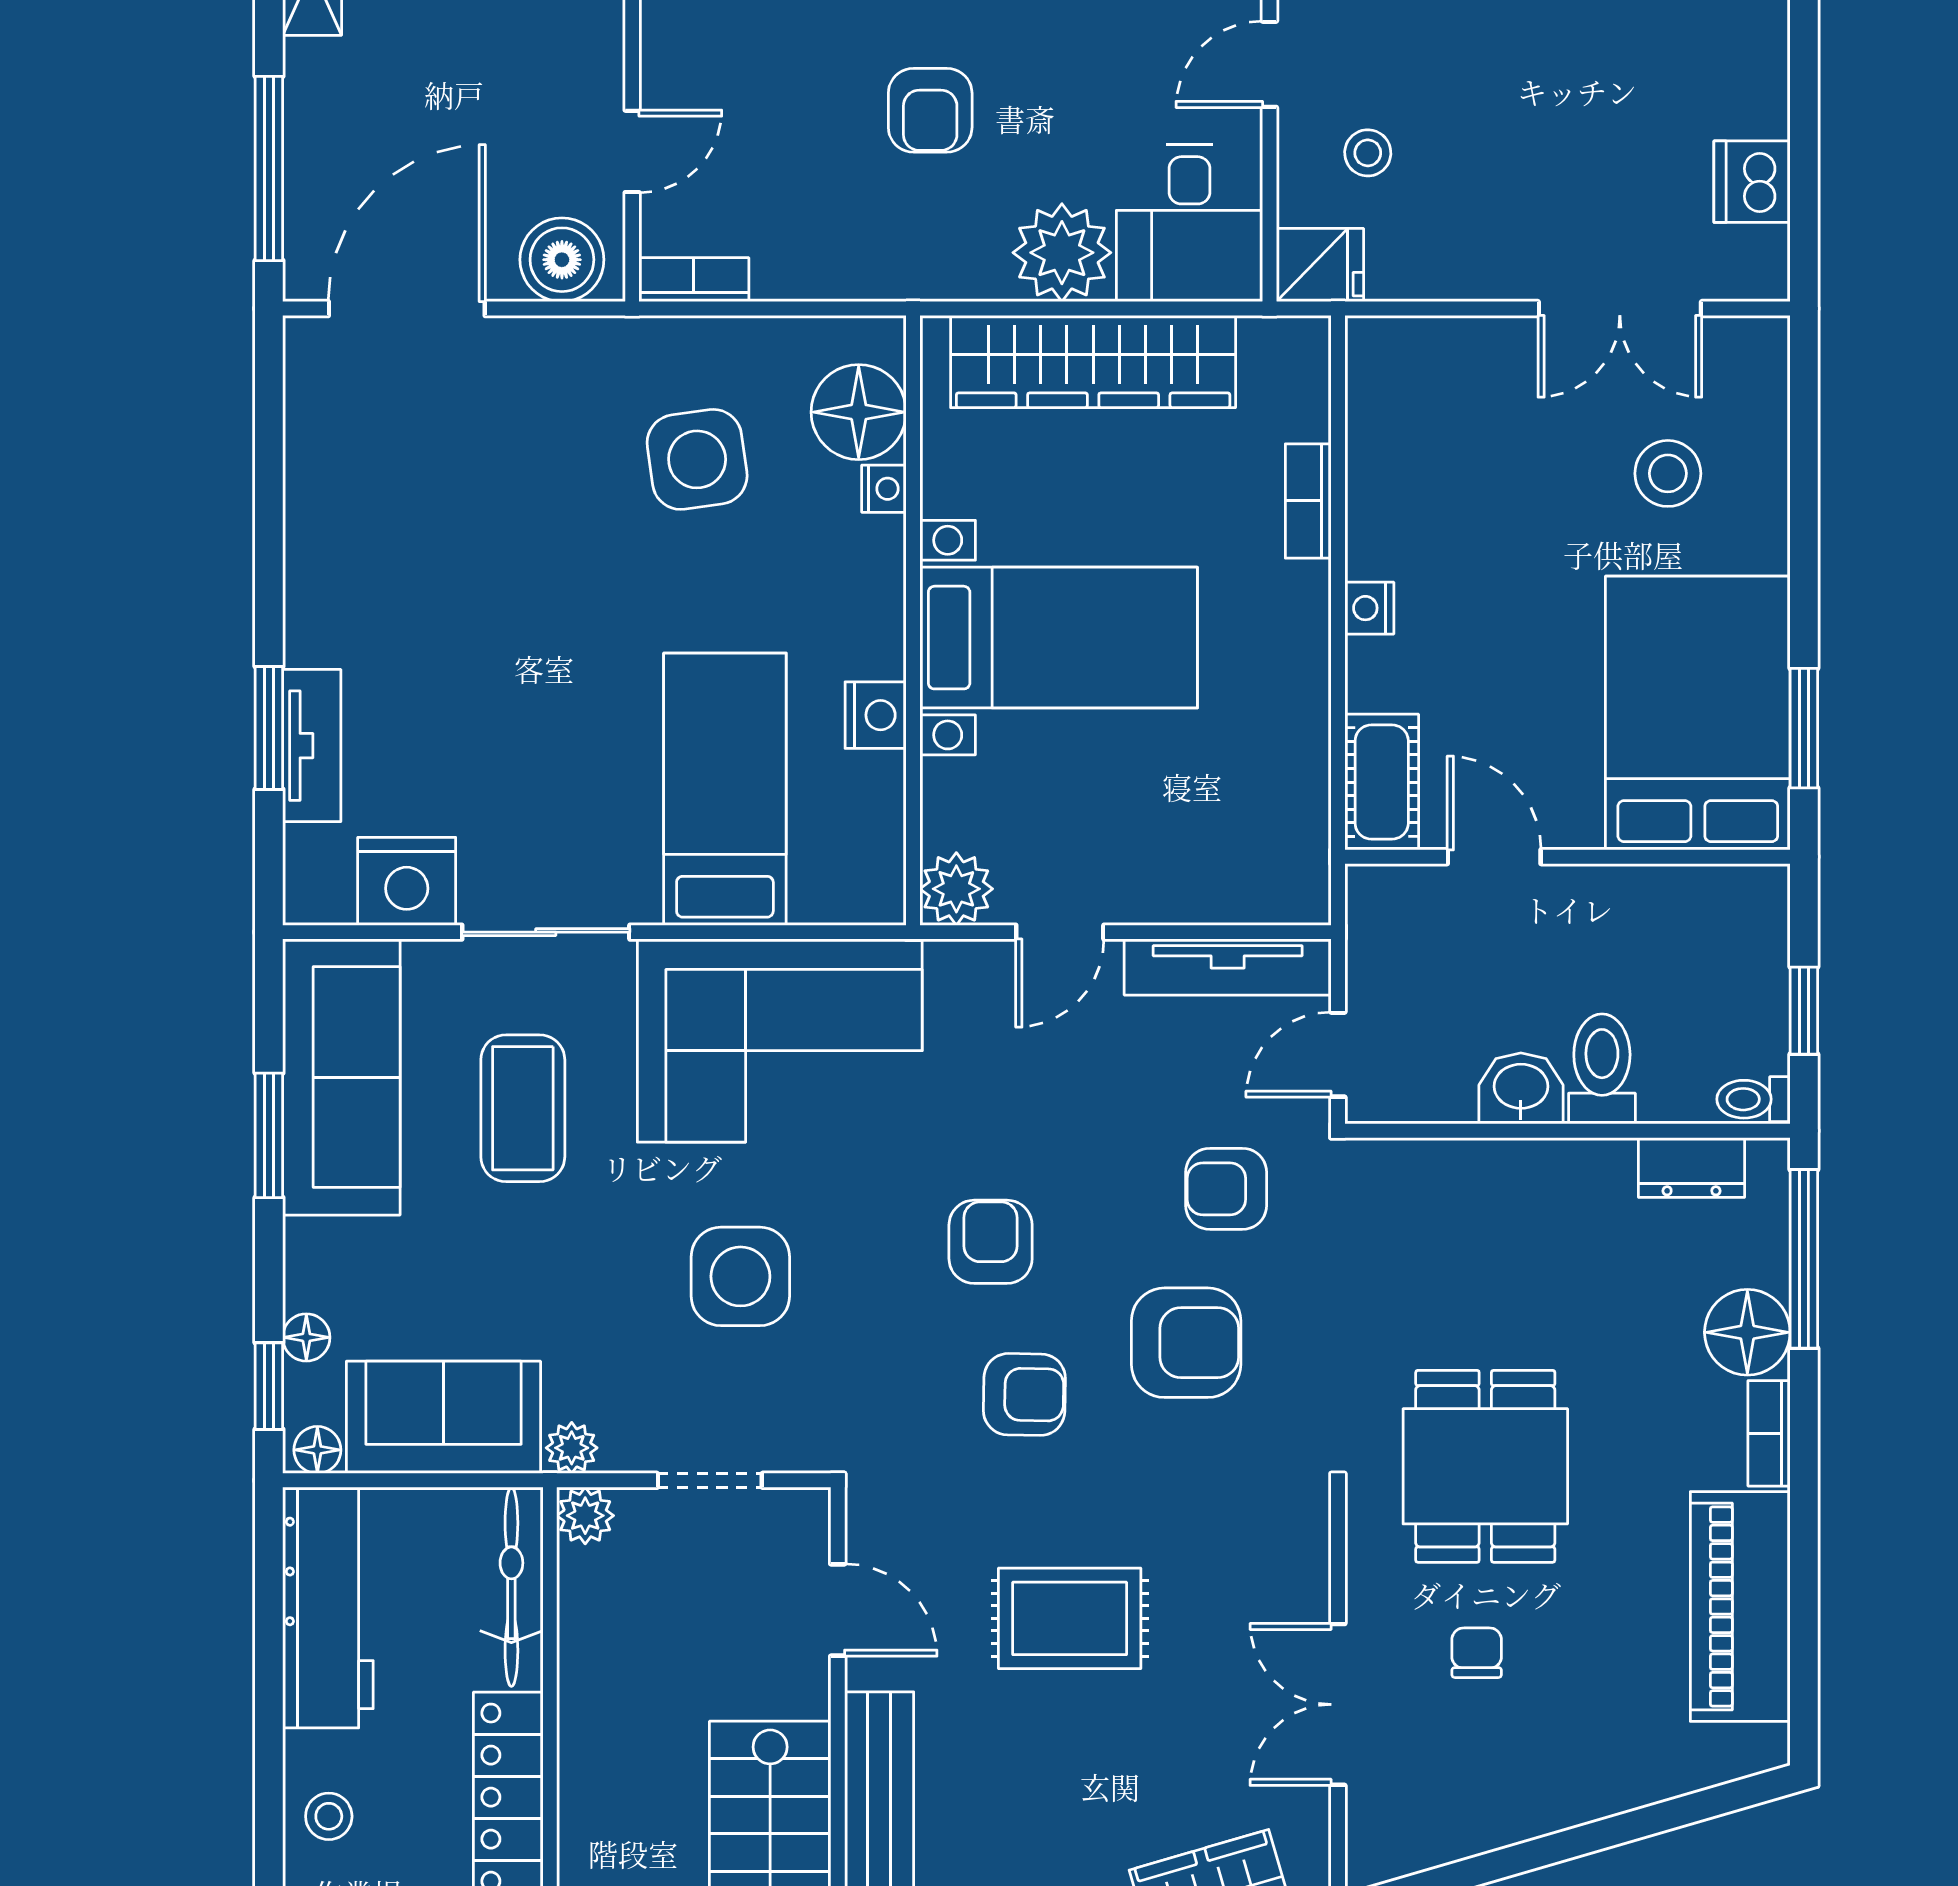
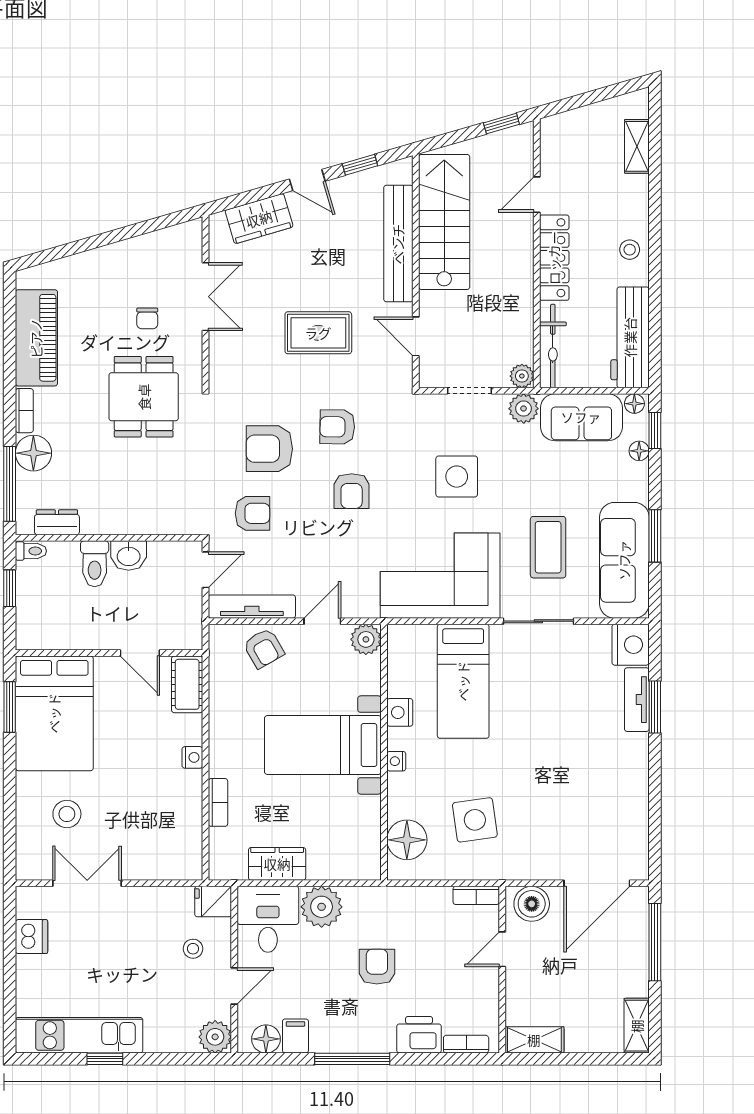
wardrobe: (1093, 362) -> (277, 864), width x0.48, depth x0.85
nightstand: (884, 489) -> (396, 761), moved
armchair: (1200, 868) -> (264, 648), added
nightstand: (407, 881) -> (631, 645), moved, turned 90
plant: (572, 1448) -> (524, 409), width x1.38, depth x1.38

